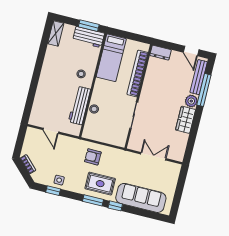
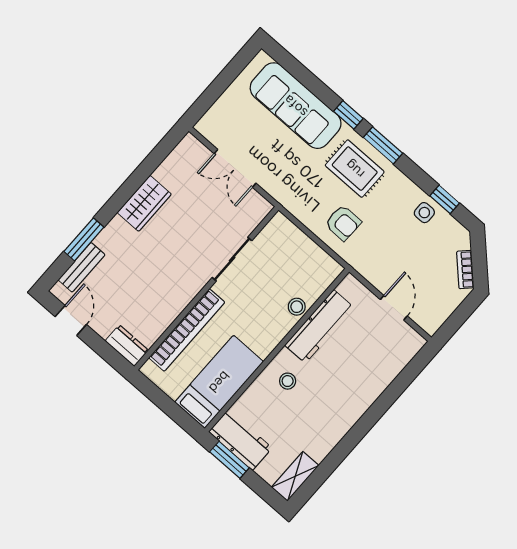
bench: (199, 77) -> (82, 267), width x0.73
window: (204, 90) -> (84, 239), width x0.69
plant: (191, 101) -> (117, 231), removed

